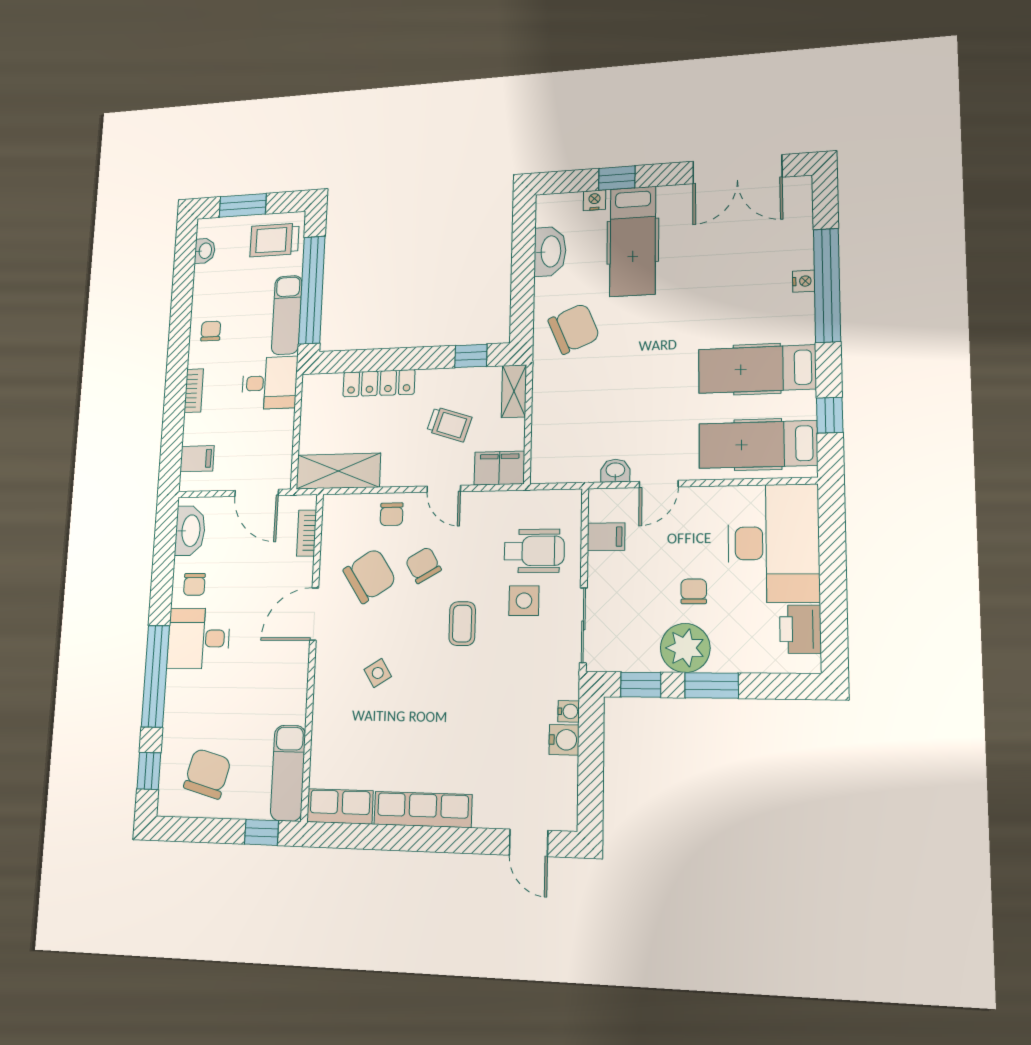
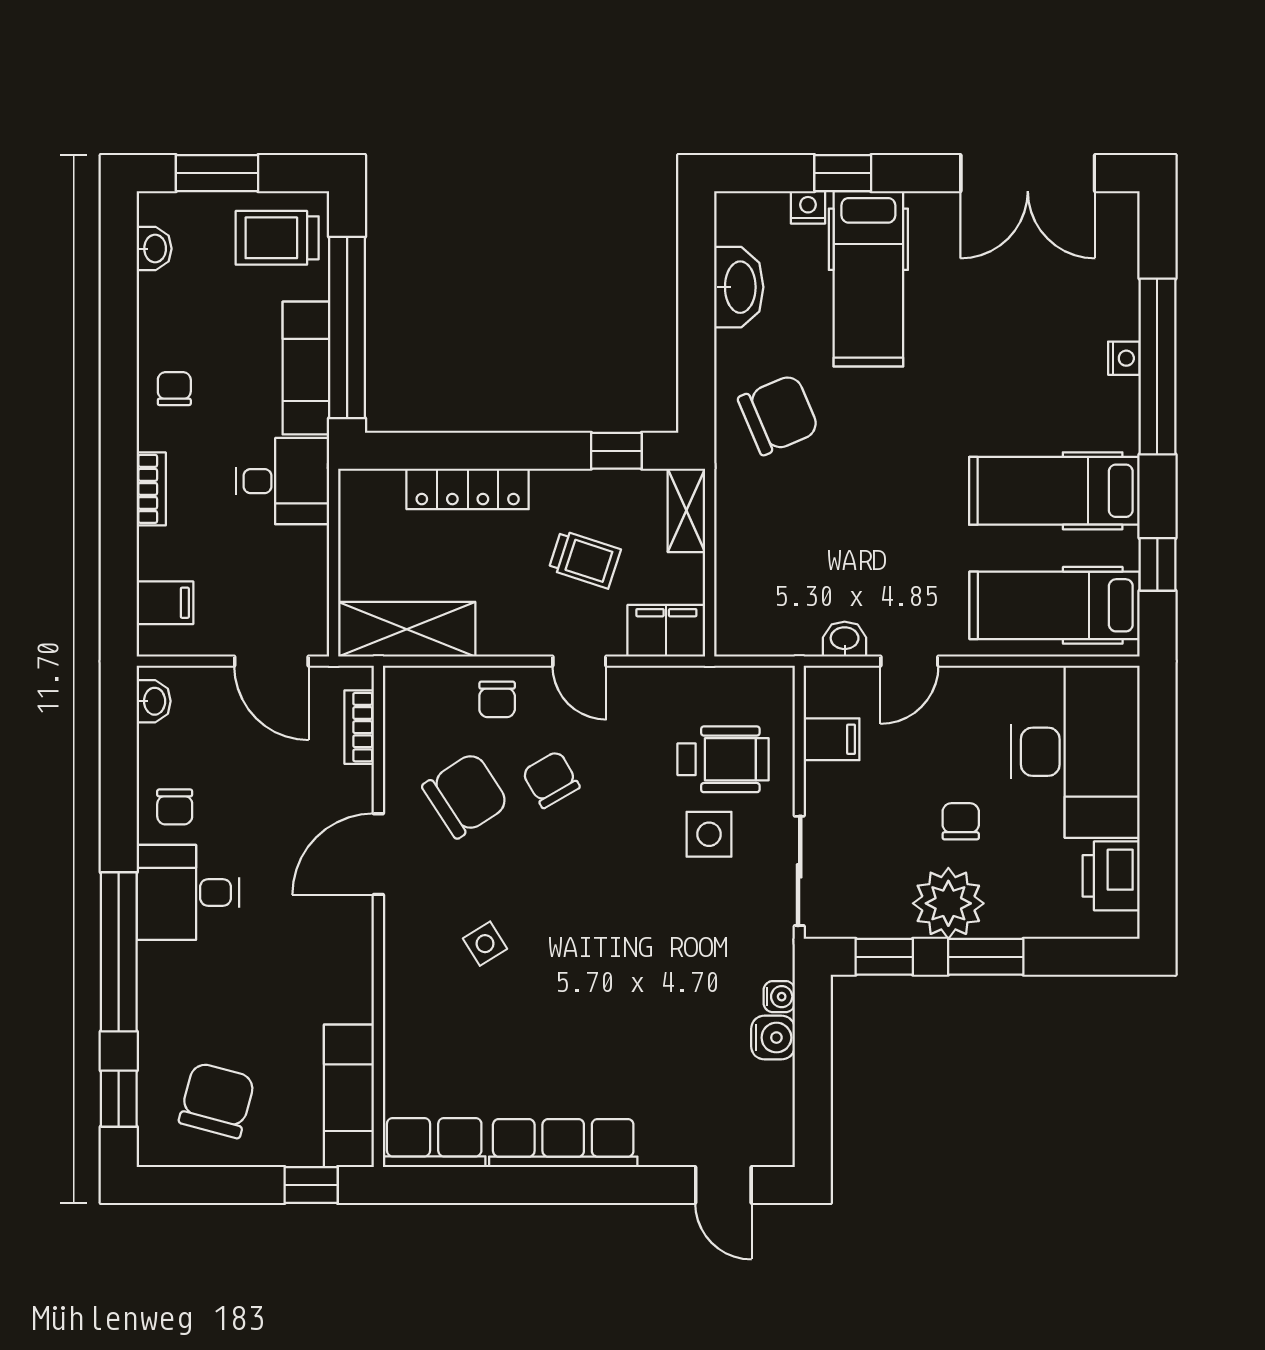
washbasin: (190, 531) -> (154, 701), width x0.52, depth x0.69
coffee table: (462, 624) -> (615, 869), removed

